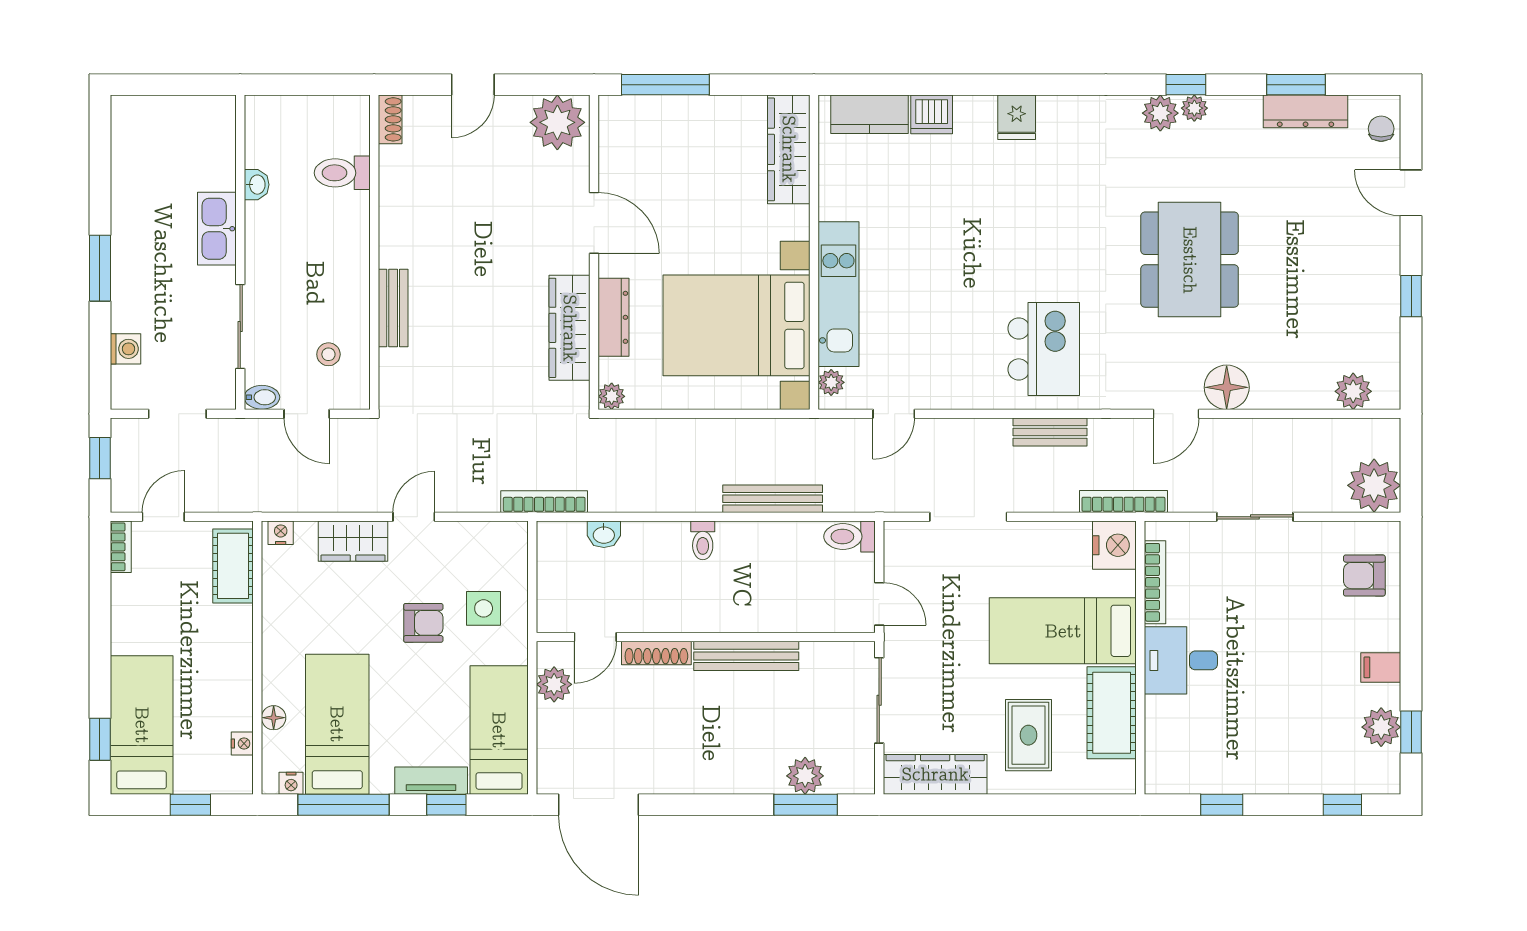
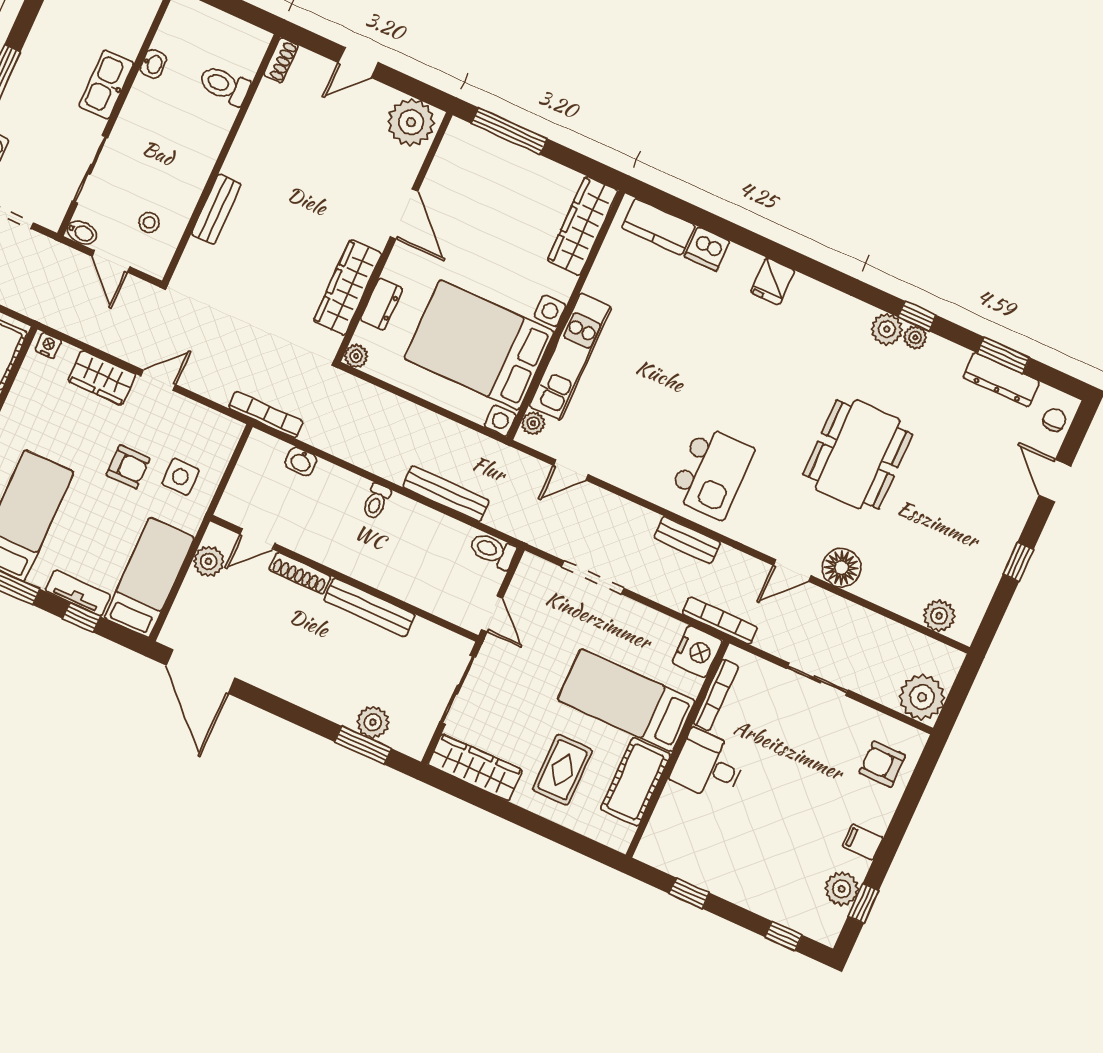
dresser: (613, 317) -> (381, 304), width x0.70

